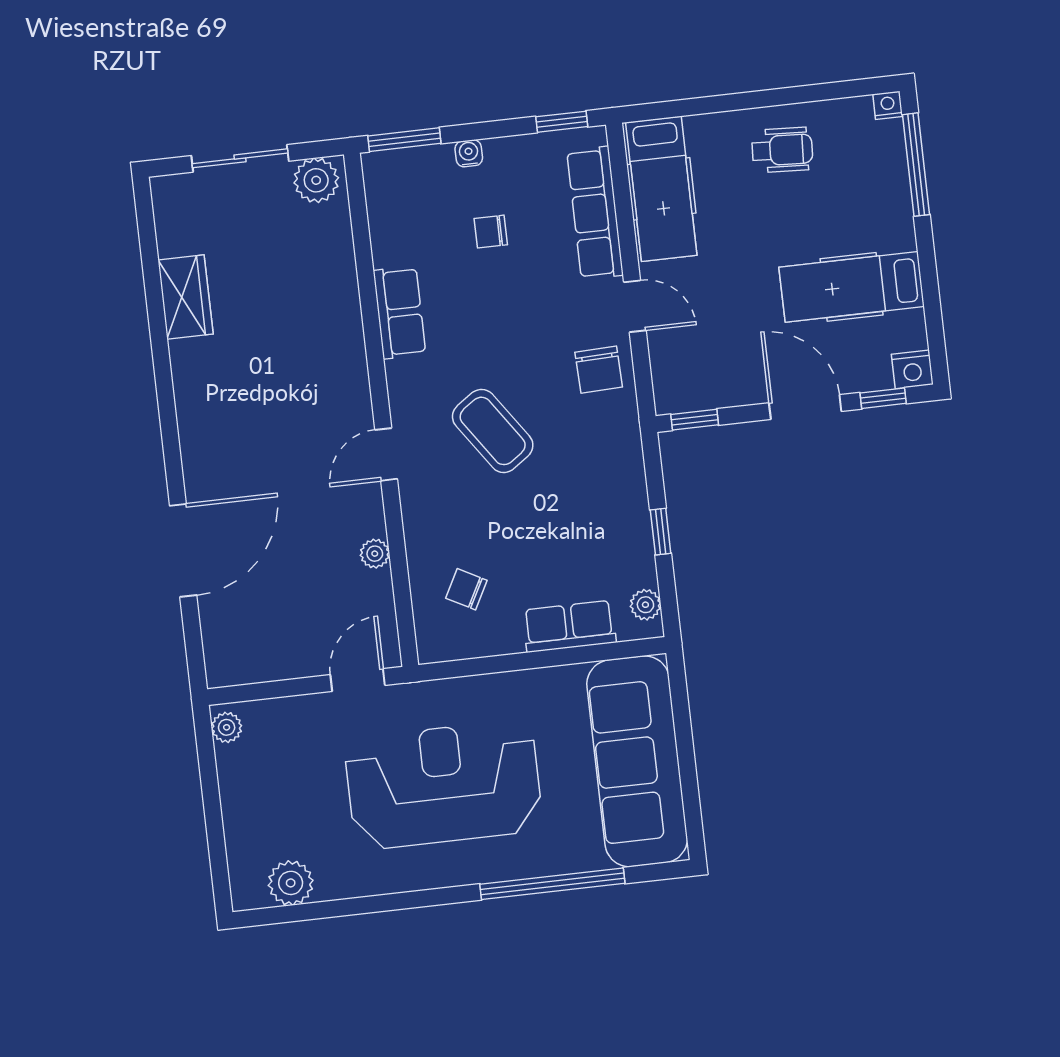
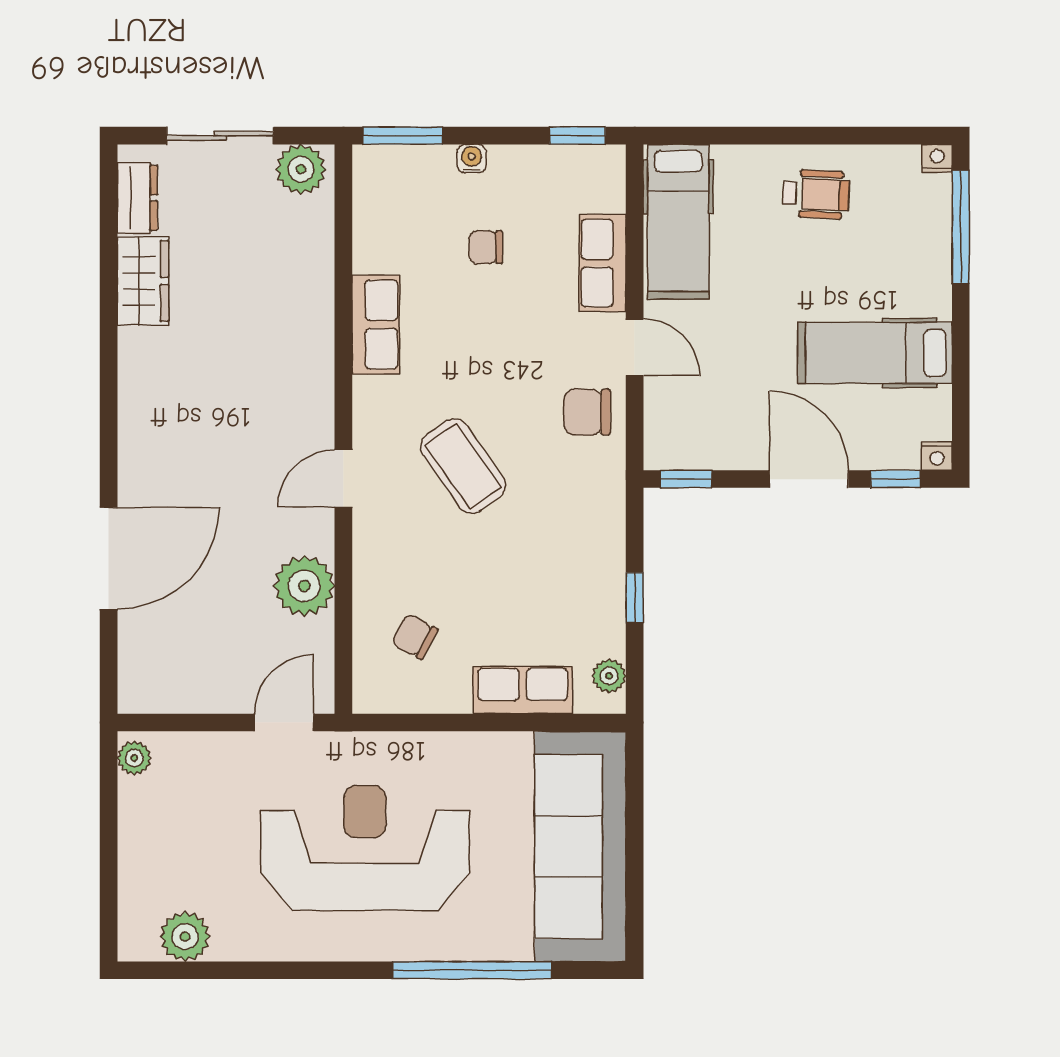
row of seats: (595, 213) -> (603, 263), width x0.68
dresser: (172, 223) -> (137, 198), added
nightstand: (912, 369) -> (937, 456), width x0.72, depth x0.74
chair: (599, 370) -> (587, 412), turned 92
plant: (375, 554) -> (304, 586), width x1.88, depth x1.88

